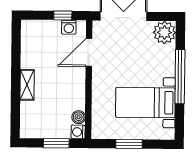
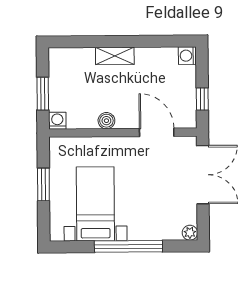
washing machine: (69, 27) -> (187, 56), moved
plant: (164, 32) -> (190, 233), width x0.53, depth x0.53
boiler: (79, 117) -> (106, 121), moved

